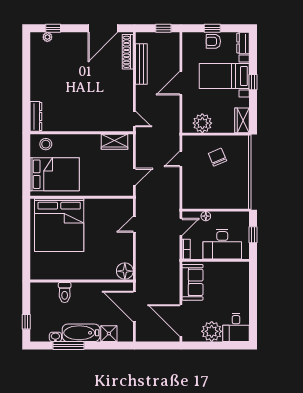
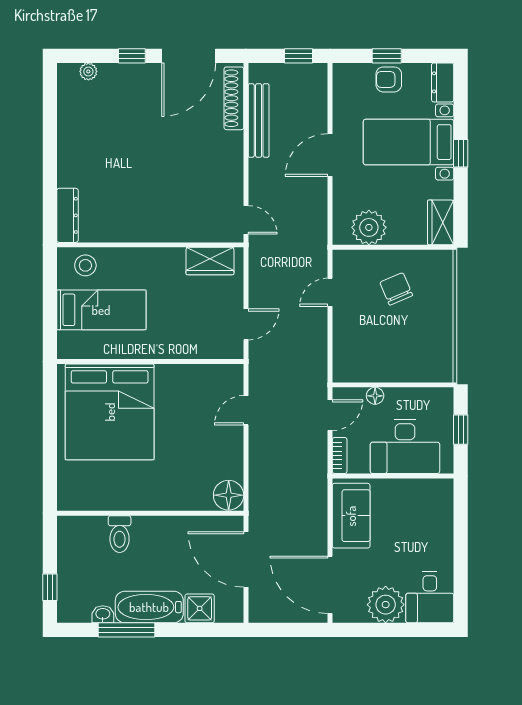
window: (53, 28) -> (132, 56), moved
bed: (55, 174) -> (101, 310), width x0.67

